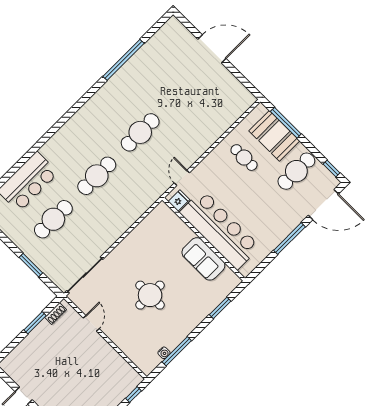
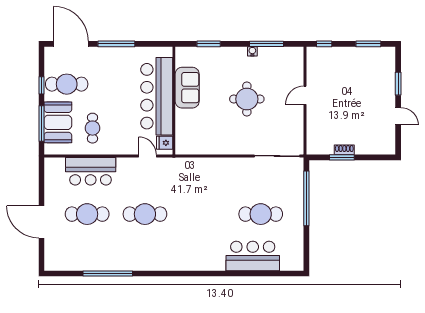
bar counter: (213, 124) -> (91, 171), added
window: (332, 169) -> (41, 85), moved
cafe table: (97, 176) -> (87, 214), moved
door: (182, 178) -> (147, 156), swing flipped
window: (31, 265) -> (306, 198), width x2.11
shoe rack: (56, 313) -> (344, 150), moved
door: (91, 323) -> (305, 95), moved
water cooler: (164, 353) -> (252, 51), moved

